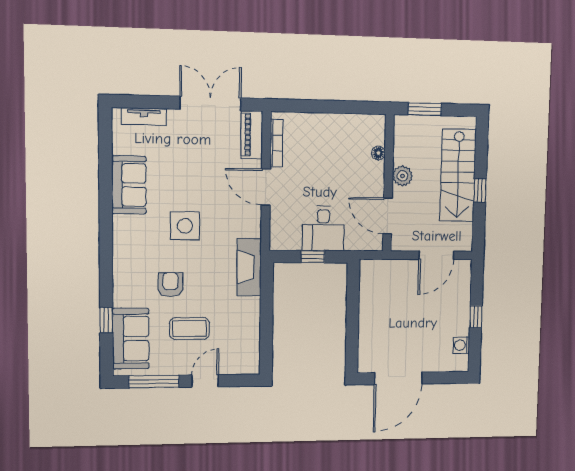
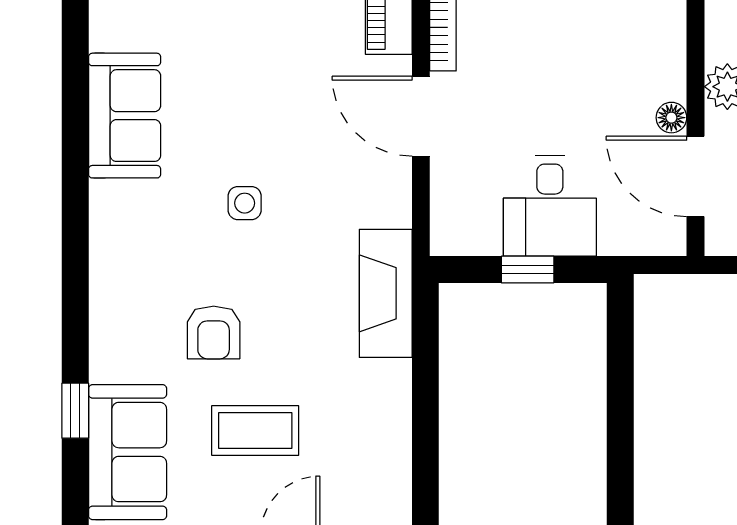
floor lamp: (378, 153) -> (671, 118), moved
side table: (185, 226) -> (245, 203), width x0.54, depth x0.54
armchair: (170, 285) -> (214, 332), turned 180

